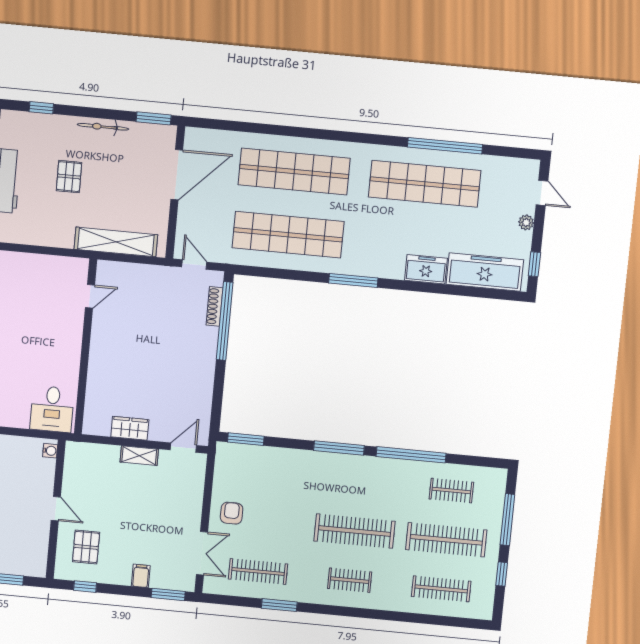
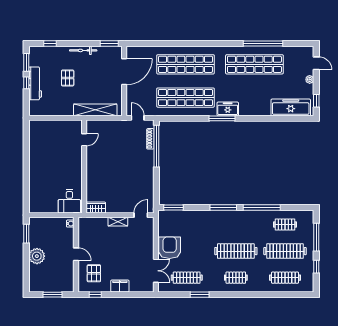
freezer: (426, 269) -> (228, 109), moved
wardrobe: (130, 428) -> (96, 208), moved
armchair: (232, 513) -> (170, 248), width x1.88, depth x1.88
filing cabinet: (141, 576) -> (120, 286), width x2.00
window: (168, 594) -> (140, 295), removed

